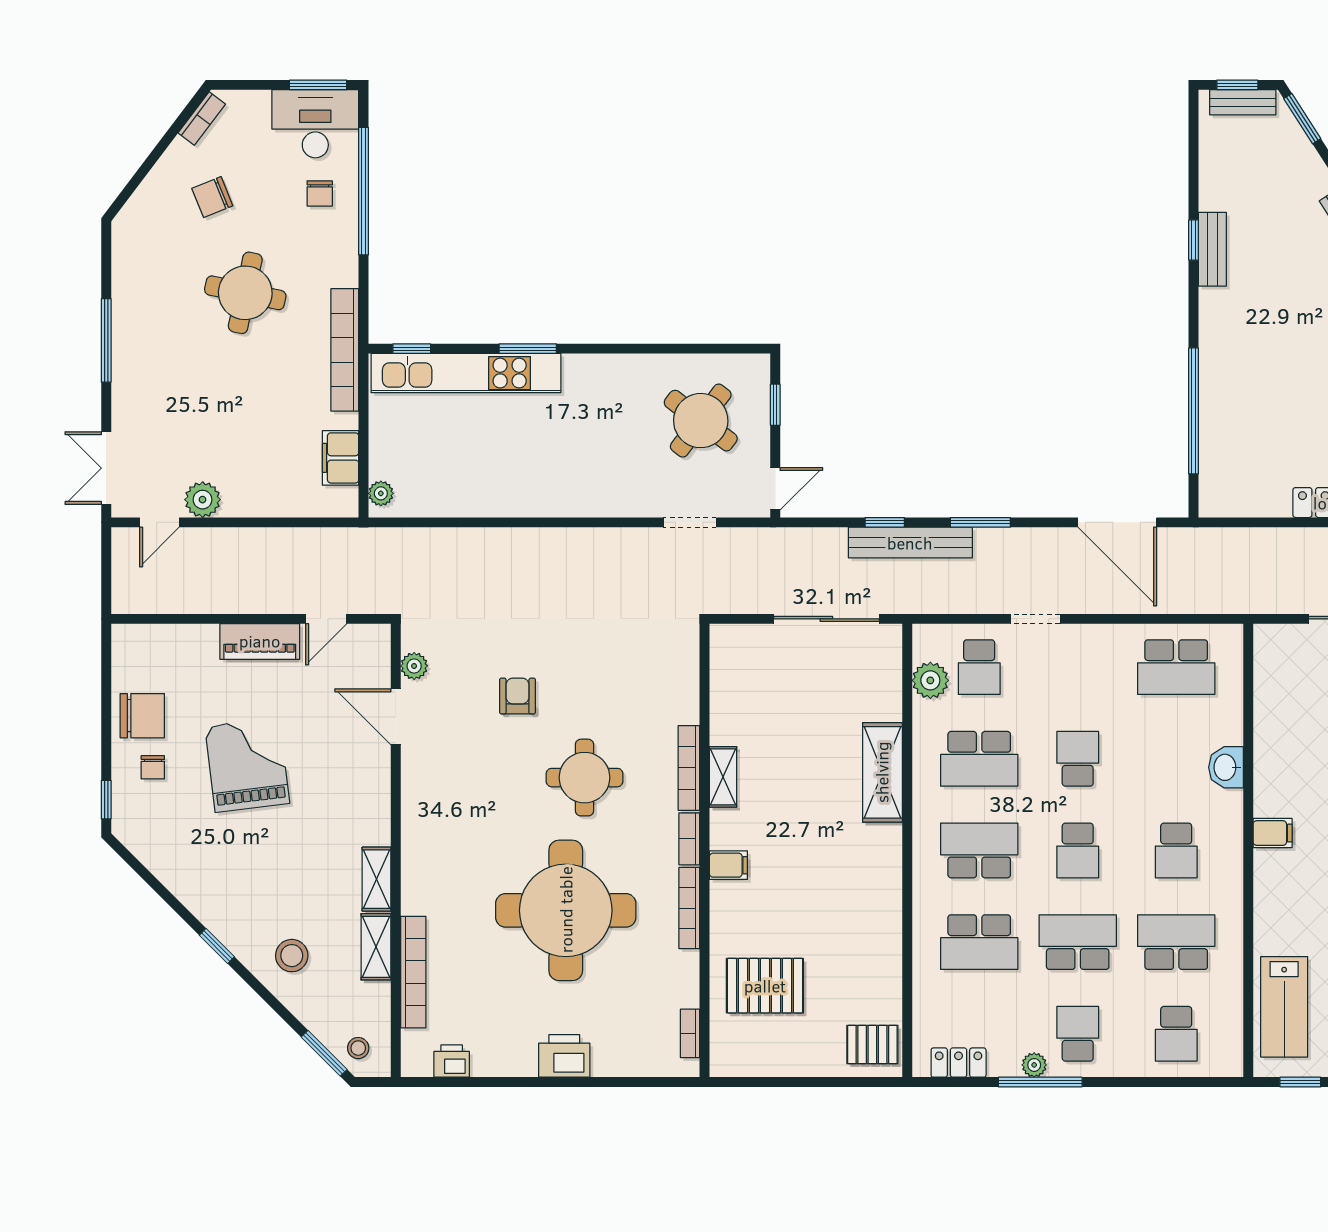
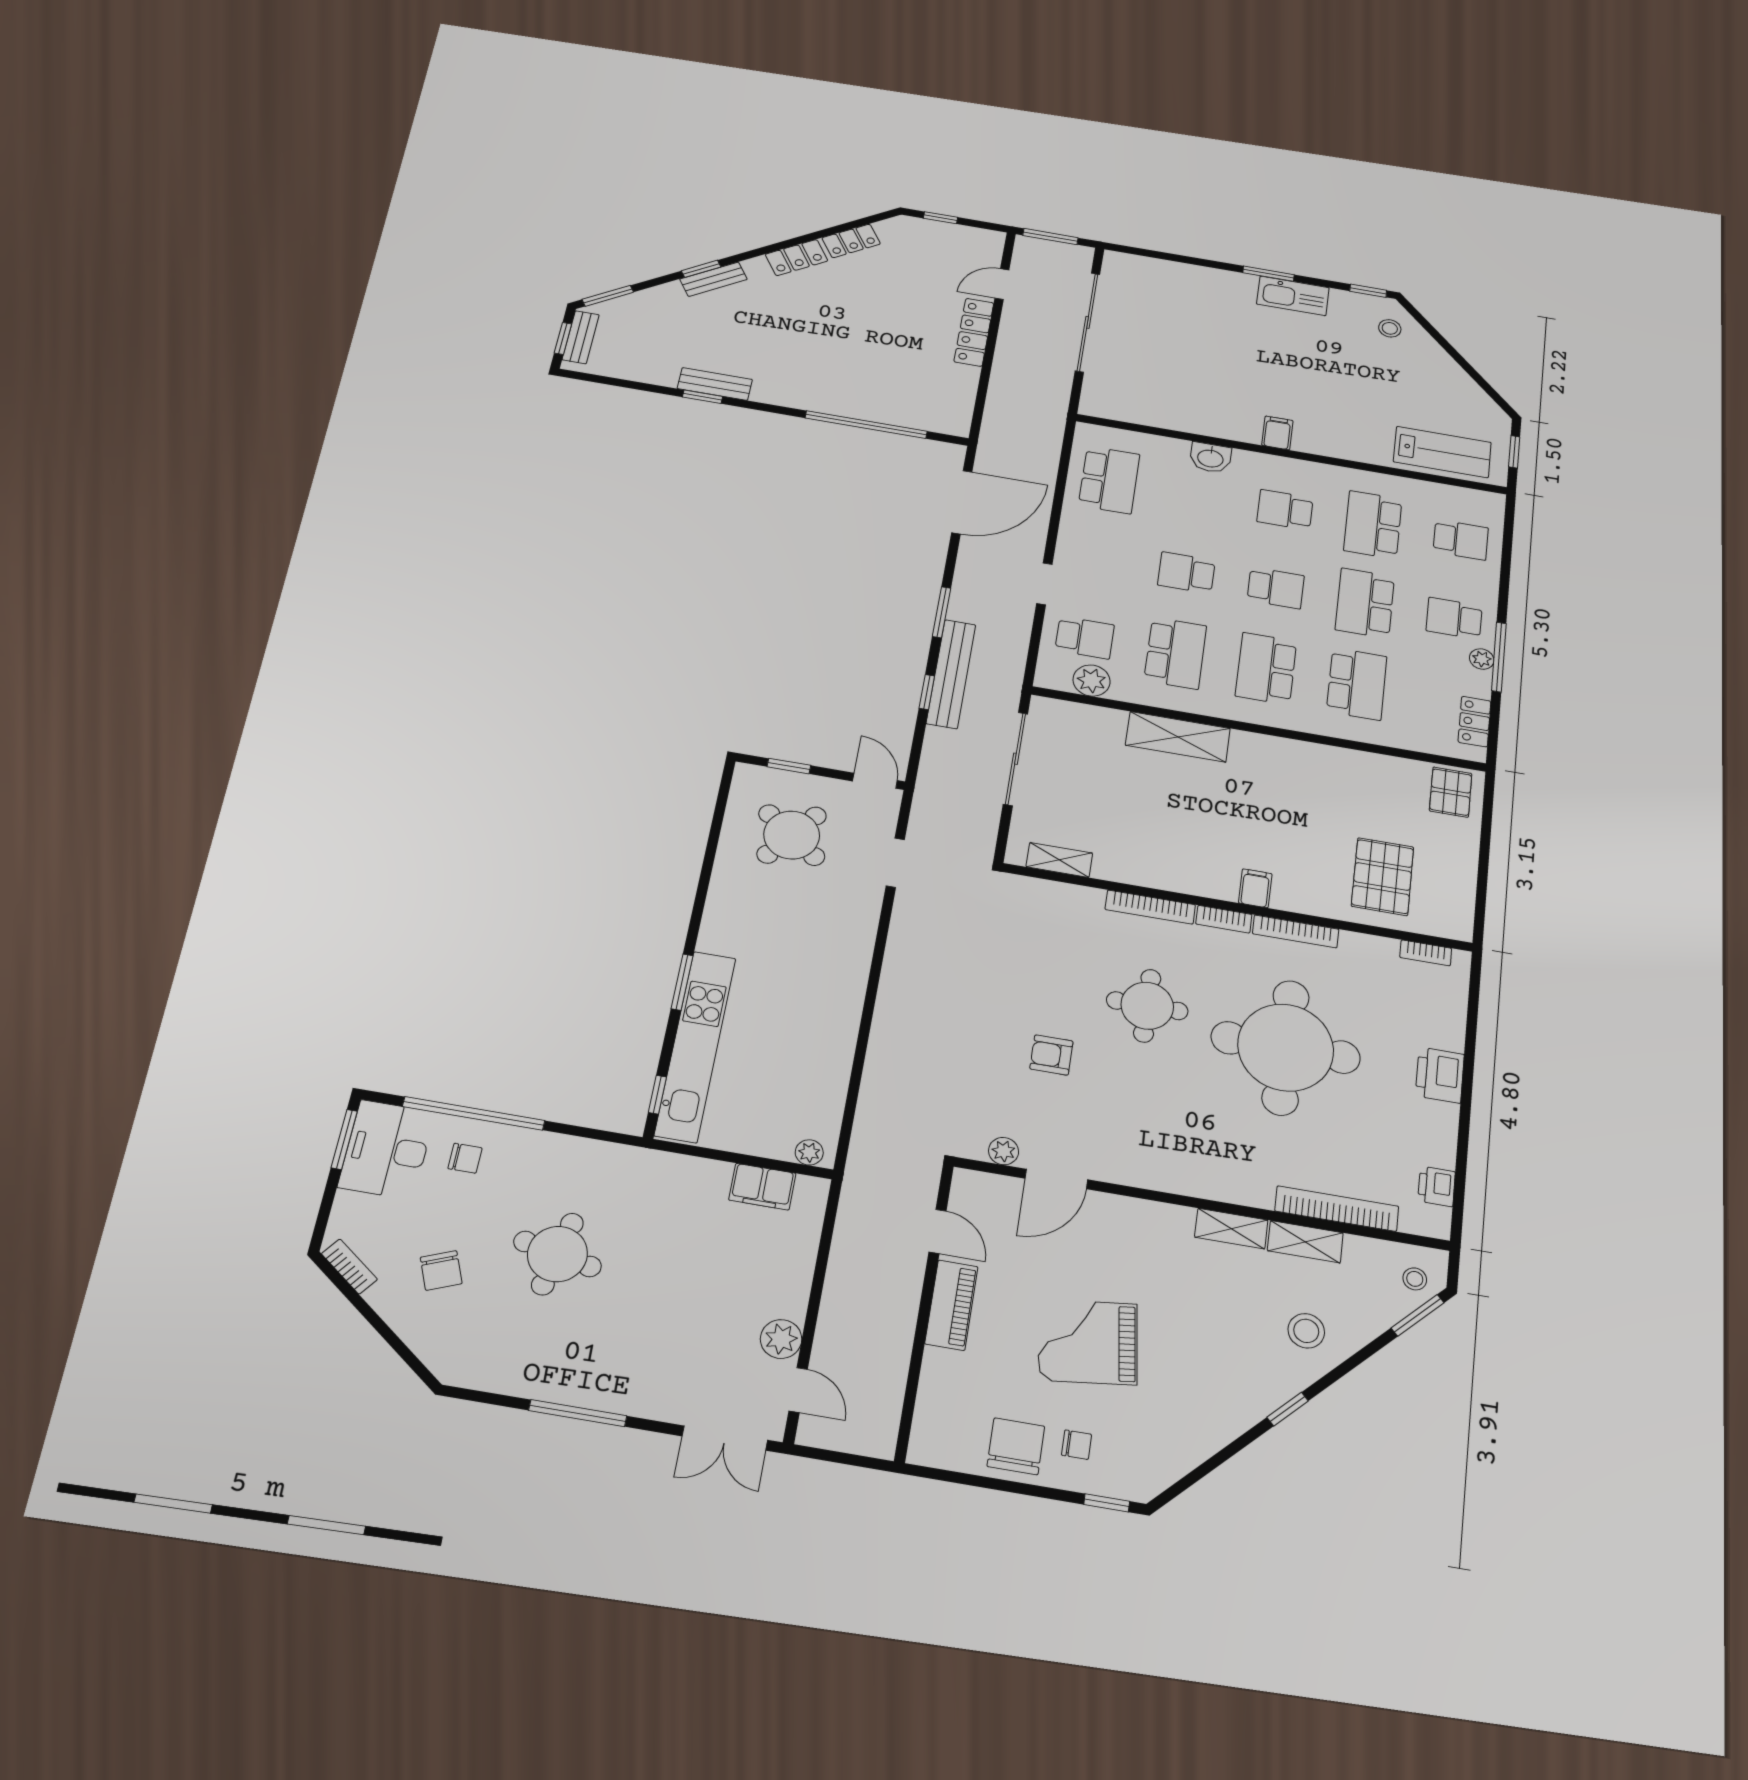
bookcase: (345, 350) -> (644, 1162), removed
shelving: (723, 777) -> (1059, 860), moved
school desk: (1176, 850) -> (1285, 510), turned 180

